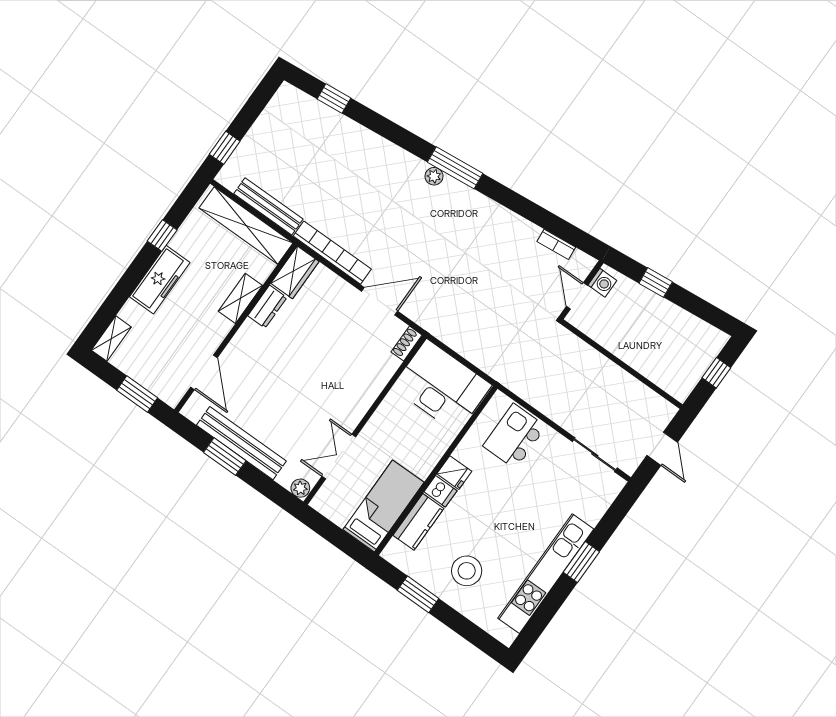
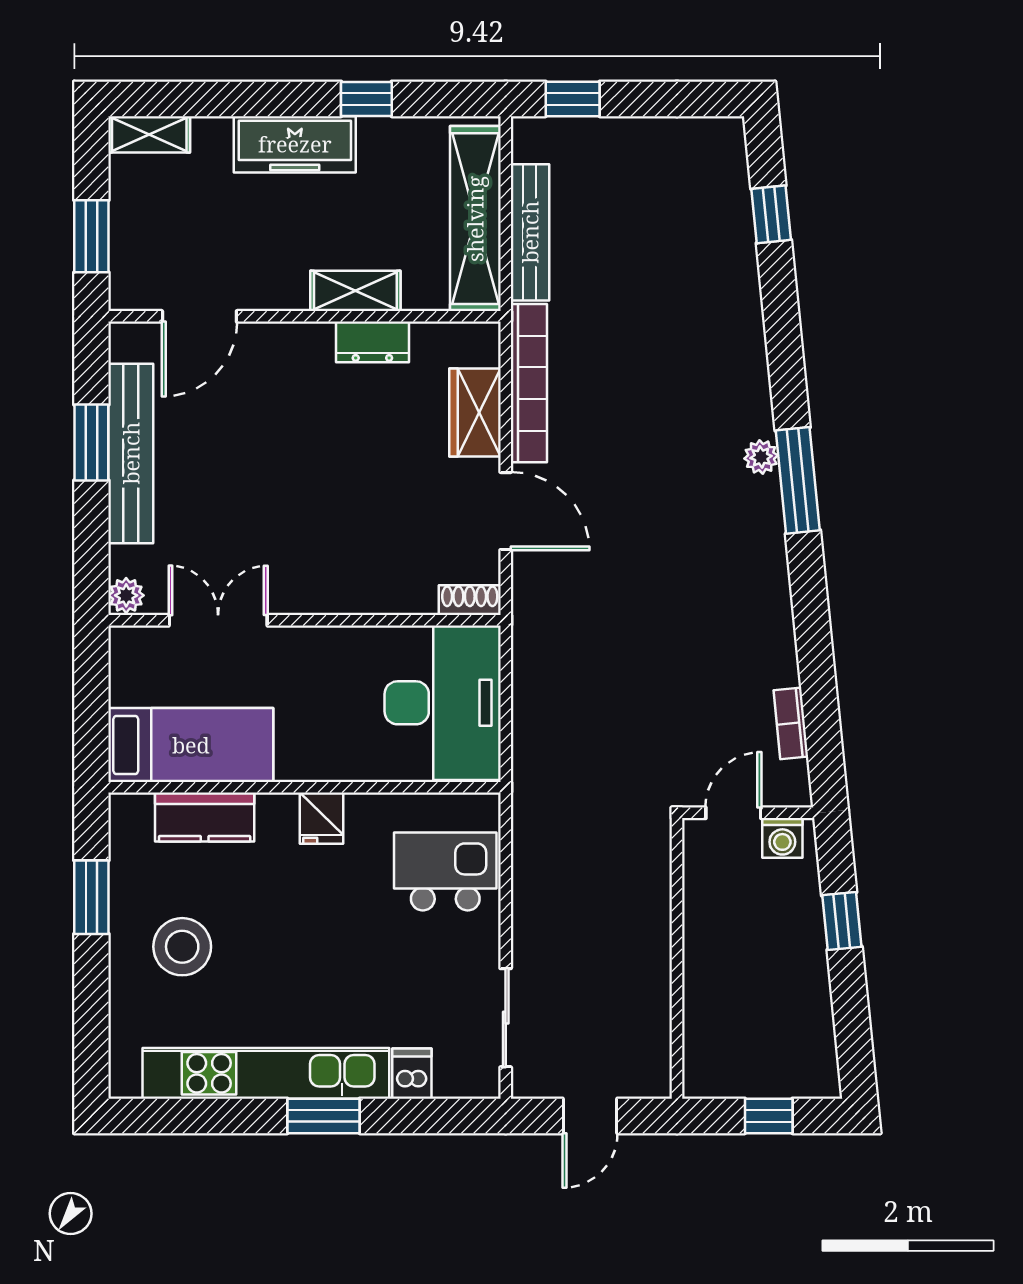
wardrobe: (295, 272) -> (475, 412), moved, turned 90
dishwasher: (440, 491) -> (412, 1074), moved, turned 180

